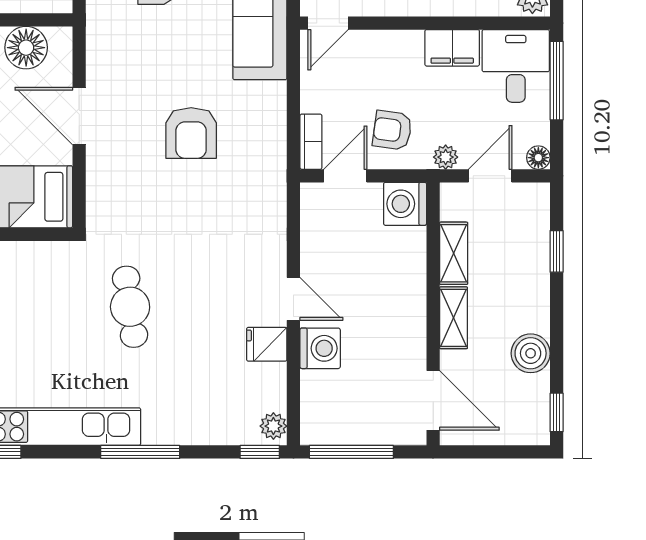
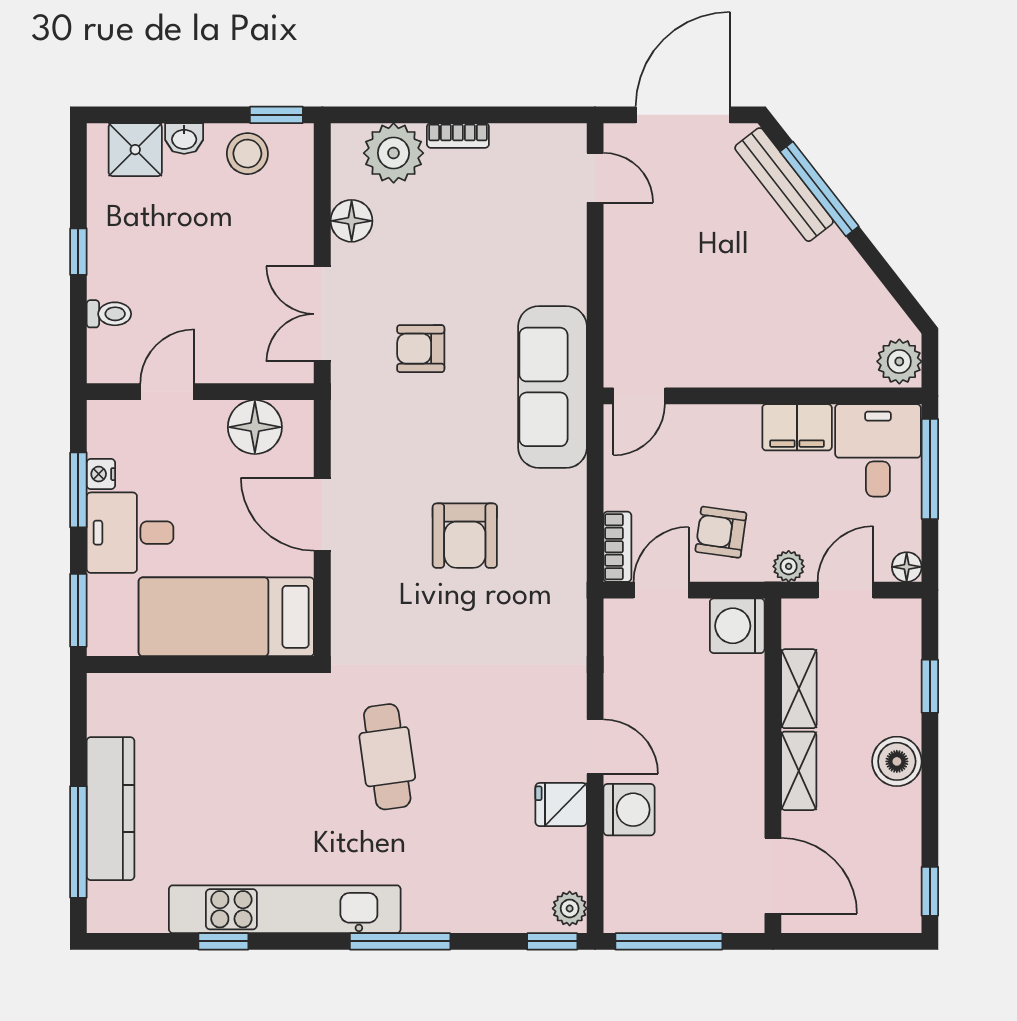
boiler: (531, 353) -> (897, 761), moved

